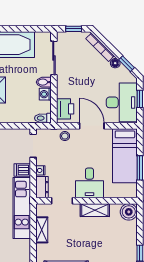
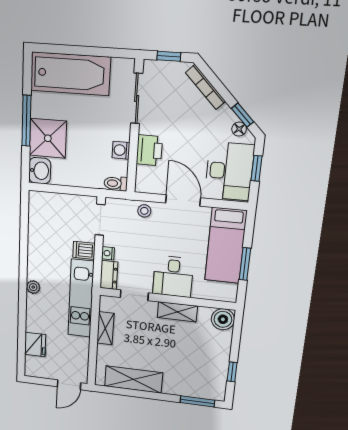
floor lamp: (115, 63) -> (239, 129), moved
bidet: (44, 82) -> (120, 133), removed
printer: (65, 109) -> (149, 150), moved

